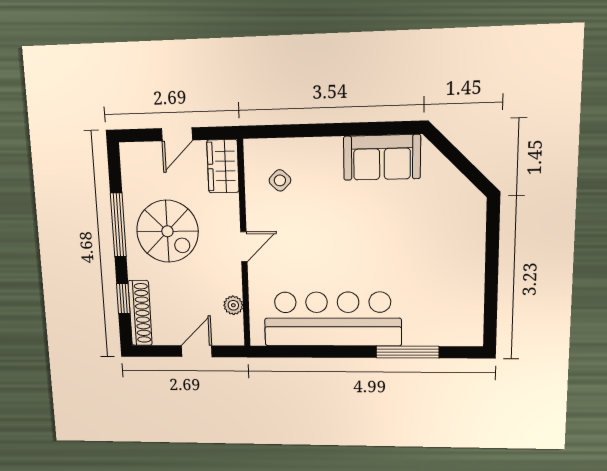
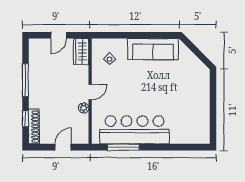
sofa: (382, 157) -> (153, 49), width x1.36
spiral stairs: (167, 231) -> (51, 84), removed
plant: (233, 305) -> (84, 108), moved
window: (407, 352) -> (123, 147), moved

